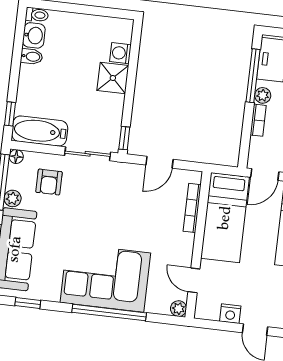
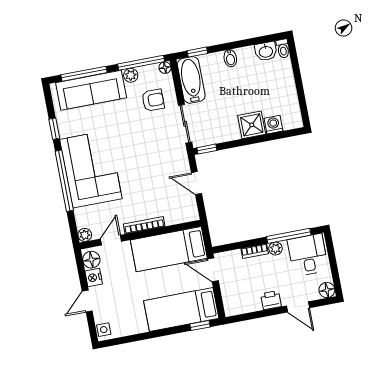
bidet: (31, 57) -> (230, 58), moved
armchair: (49, 182) -> (153, 100), turned 180
bookcase: (192, 208) -> (144, 225), moved
window: (28, 303) -> (54, 129), moved
floor lamp: (209, 310) -> (91, 260), added

